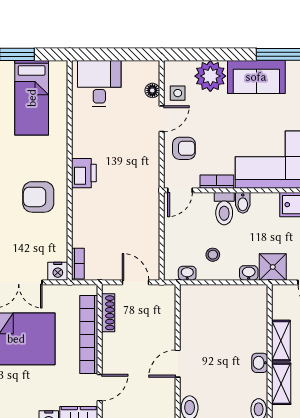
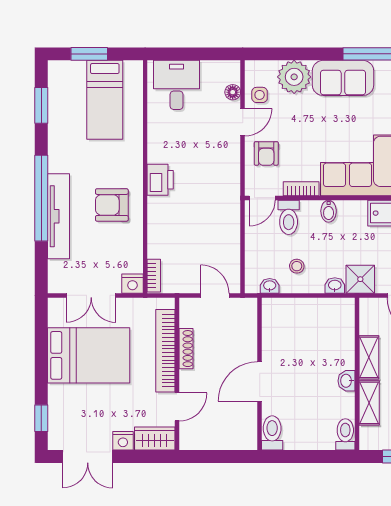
armchair: (184, 148) -> (266, 153), turned 90
toilet: (224, 209) -> (289, 217), moved
shoe rack: (108, 313) -> (186, 349), moved
door: (178, 364) -> (260, 382), width x1.38

